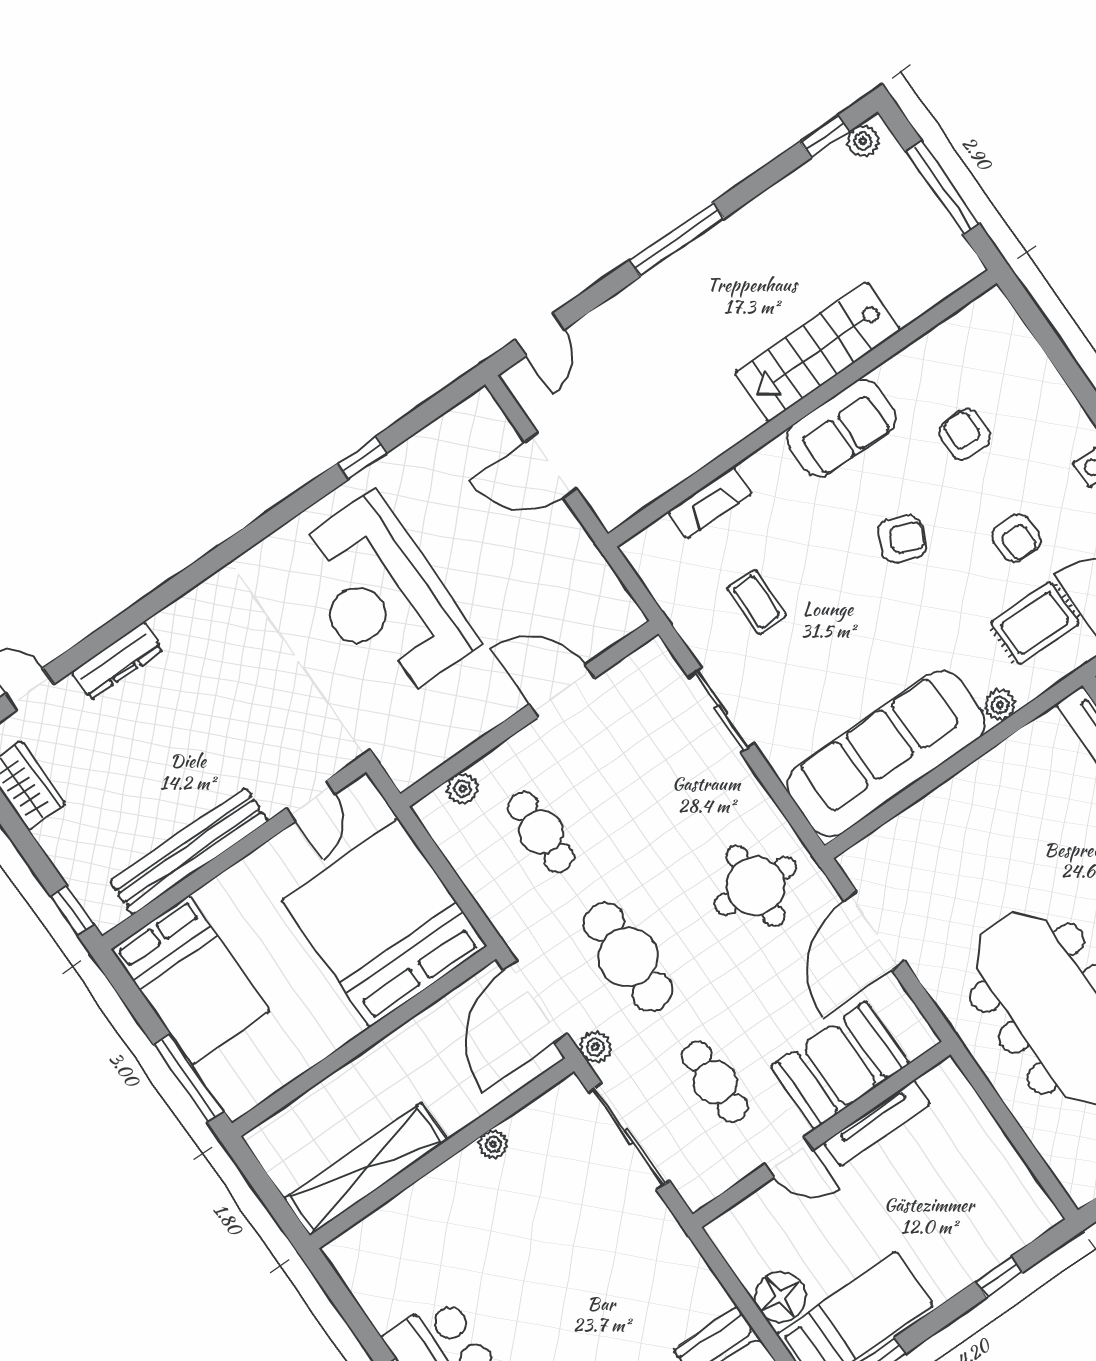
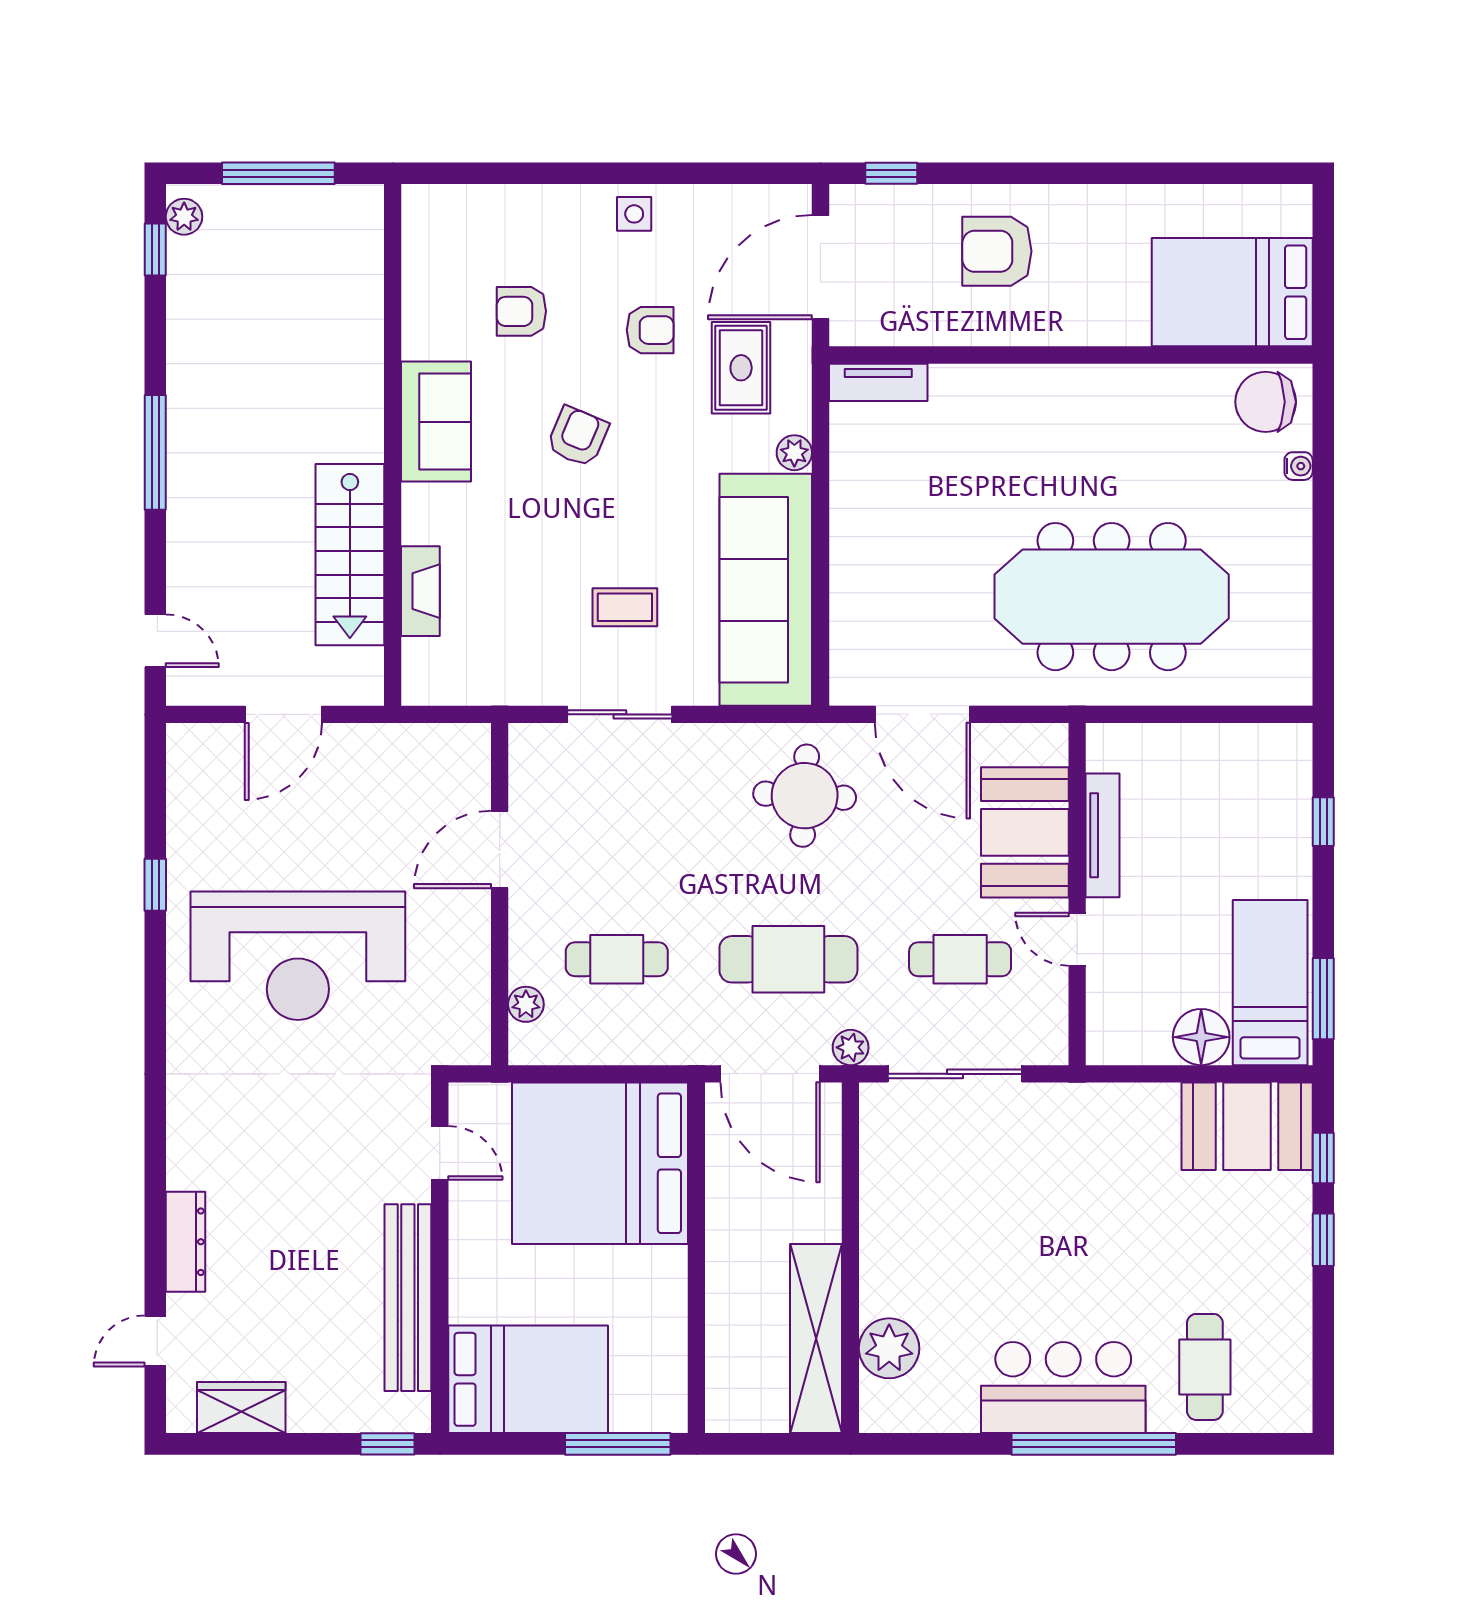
stairs: (818, 352) -> (350, 555), moved
coffee table: (757, 602) -> (625, 607), moved
plant: (493, 1144) -> (889, 1348), moved, width x1.88, depth x1.88
door: (789, 1157) -> (1077, 939), swing flipped

